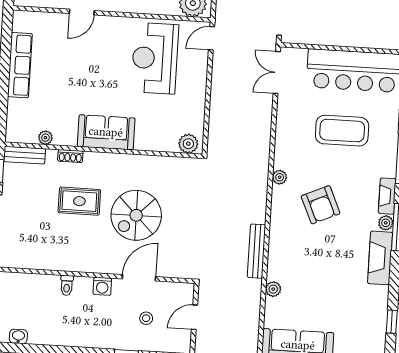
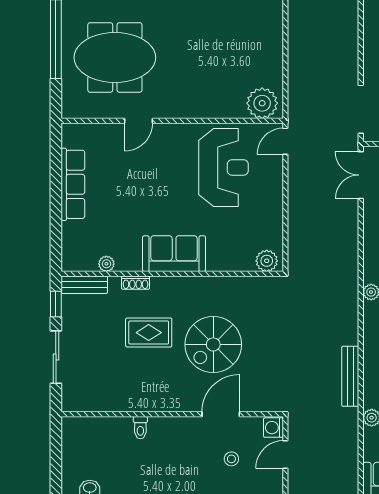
reception desk: (155, 58) -> (223, 167), turned 180
washing machine: (102, 286) -> (273, 428), moved, turned 90

